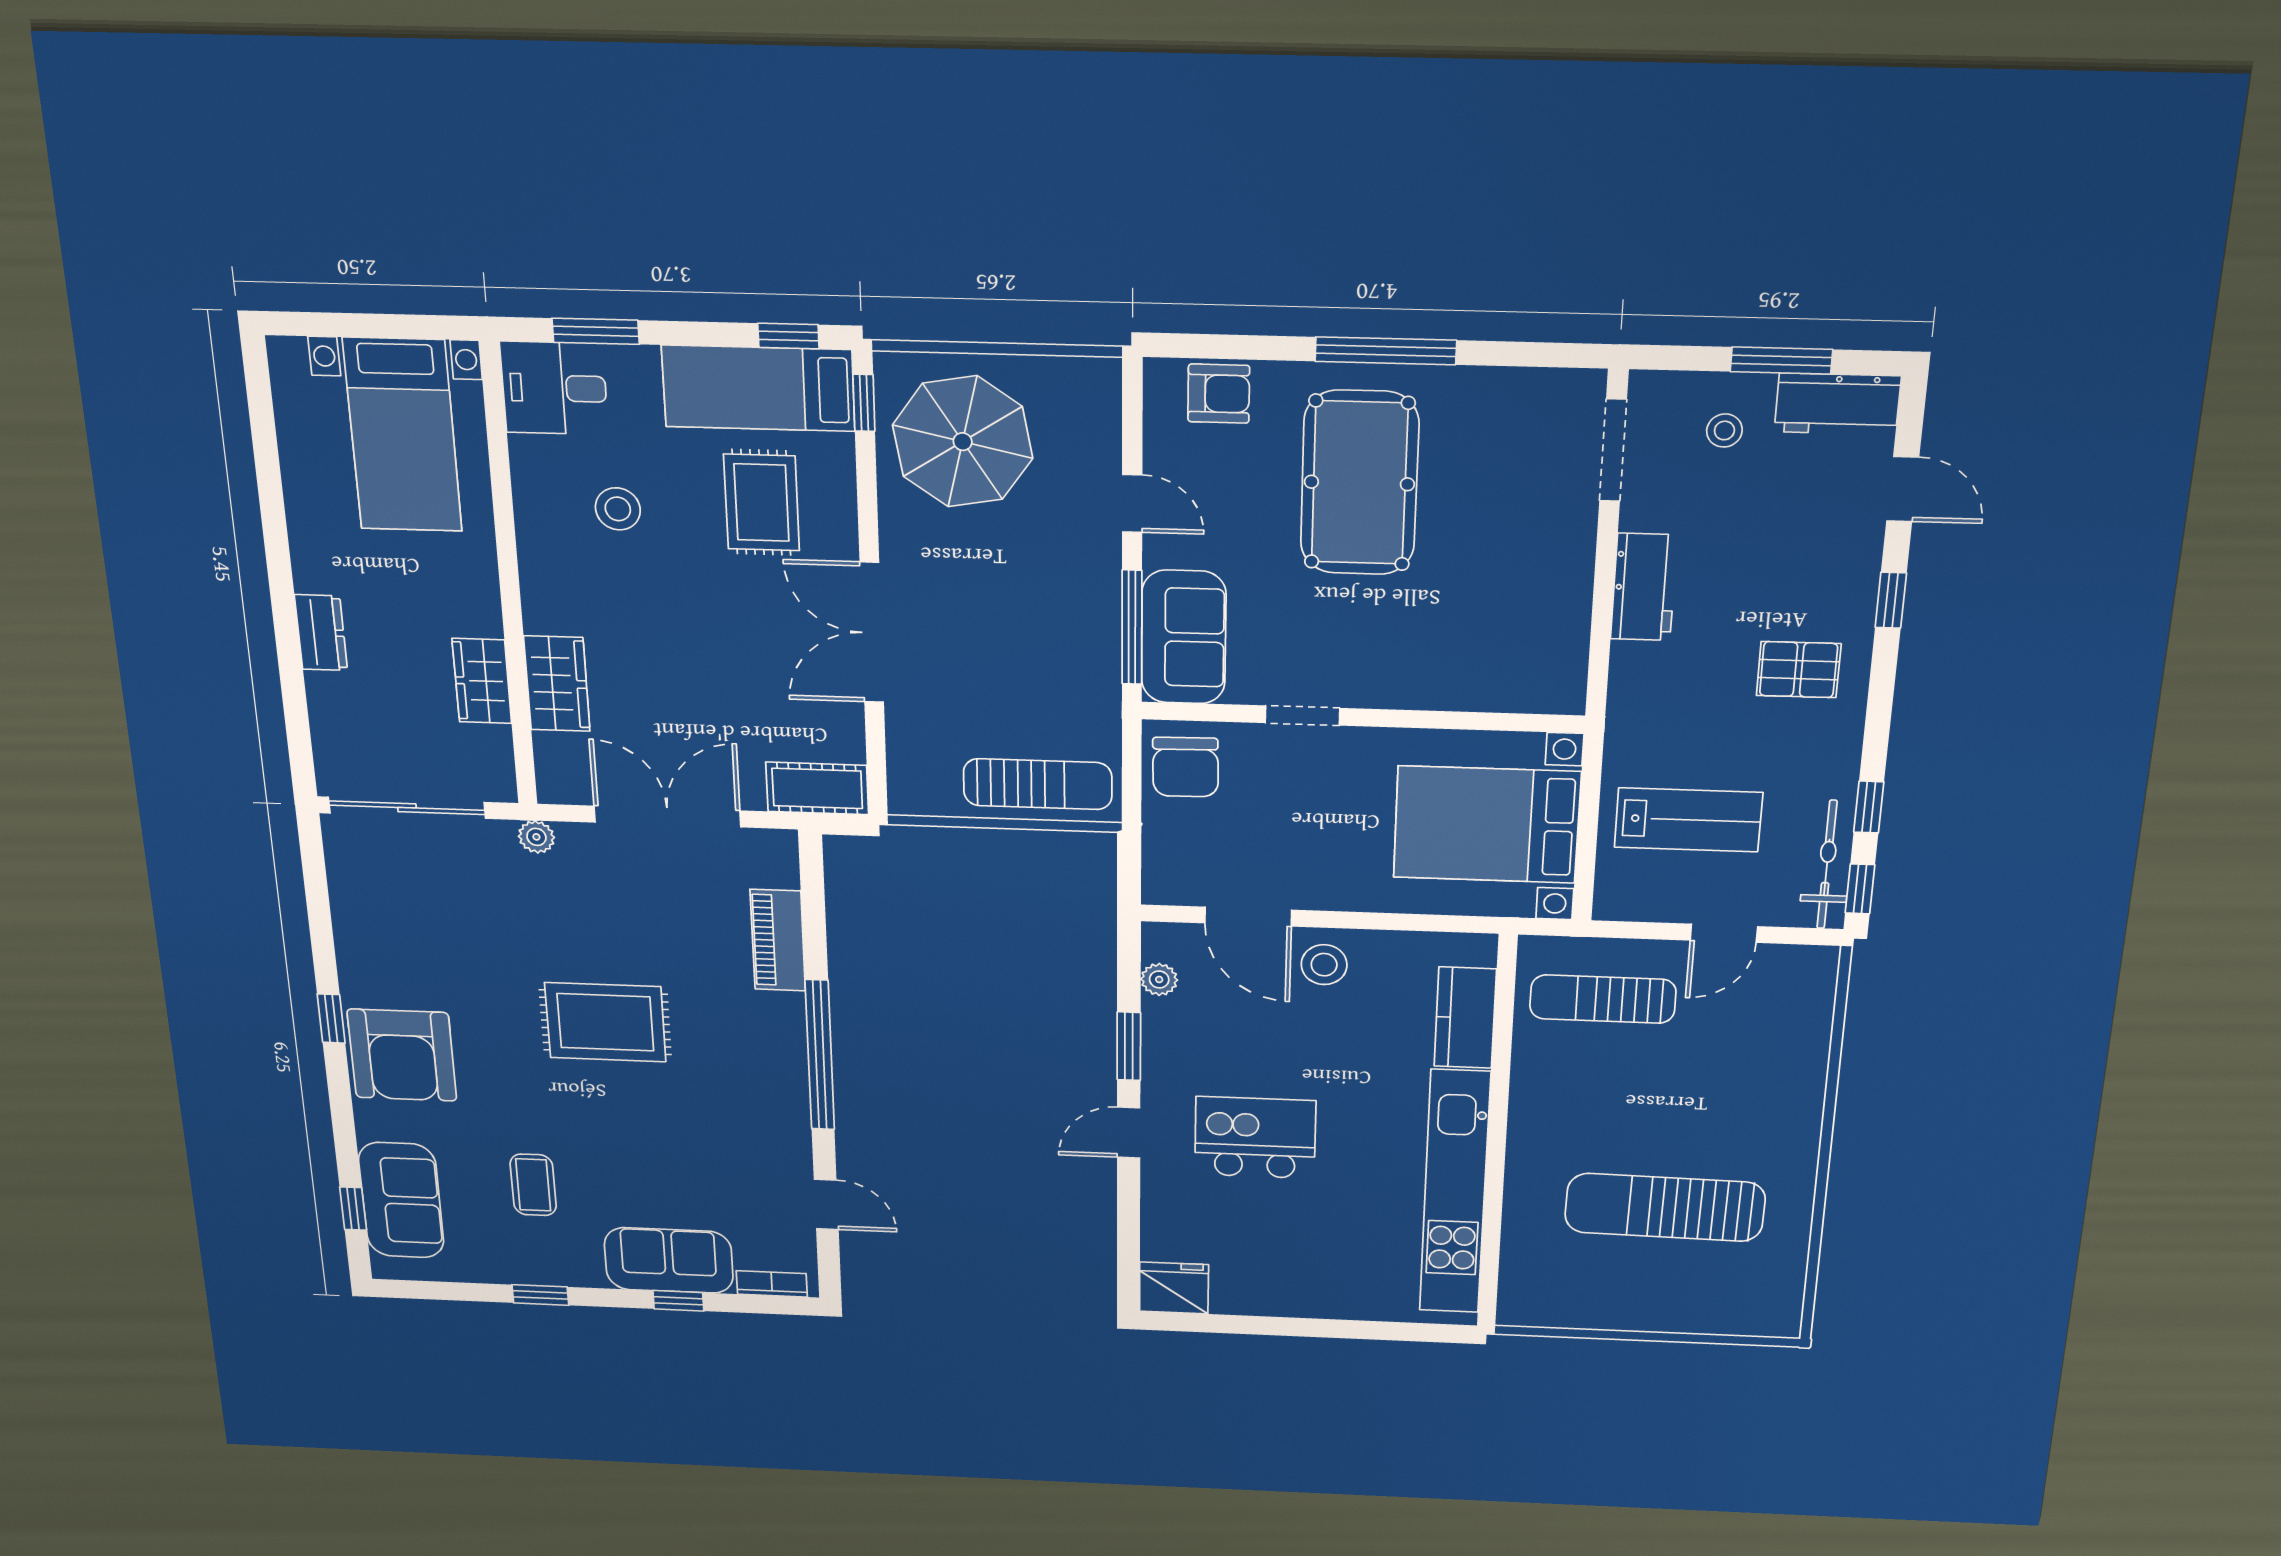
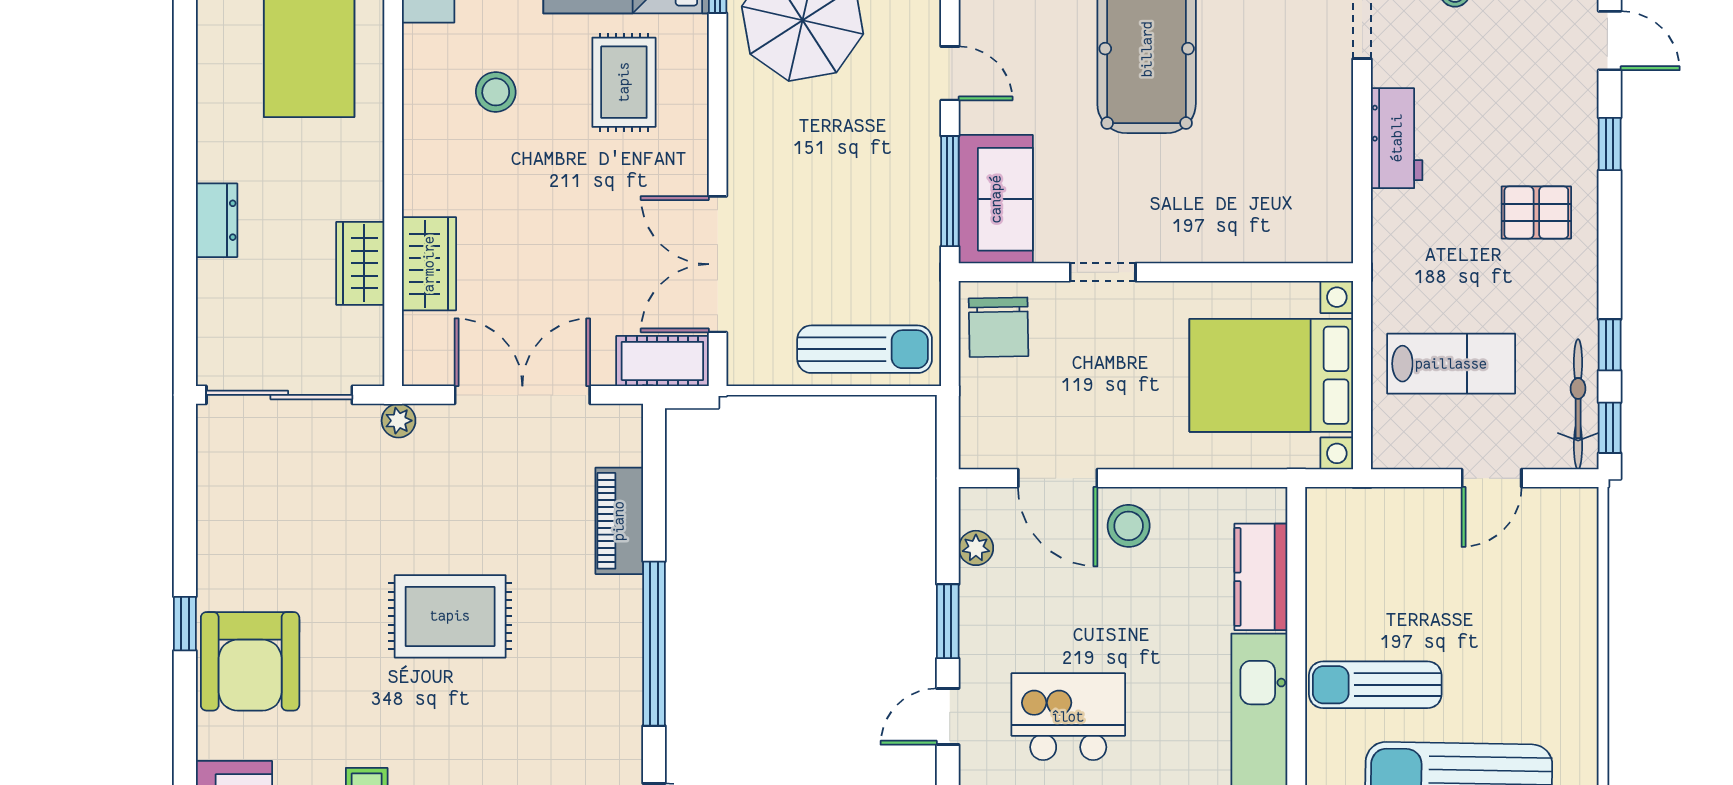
double door: (872, 633) -> (718, 264), moved
sun lounger: (1603, 999) -> (1375, 685), moved

